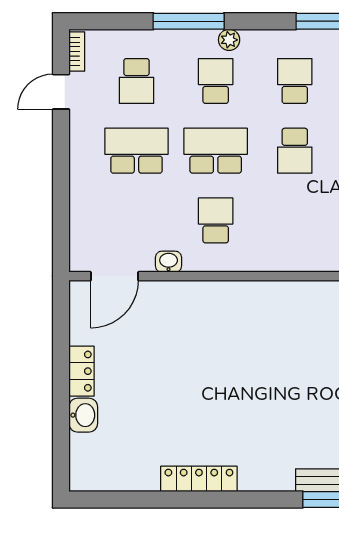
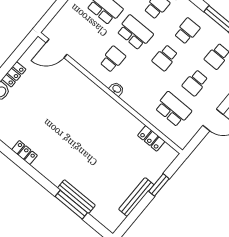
washbasin: (169, 262) -> (117, 89), moved
locker: (199, 479) -> (24, 153), width x0.66

